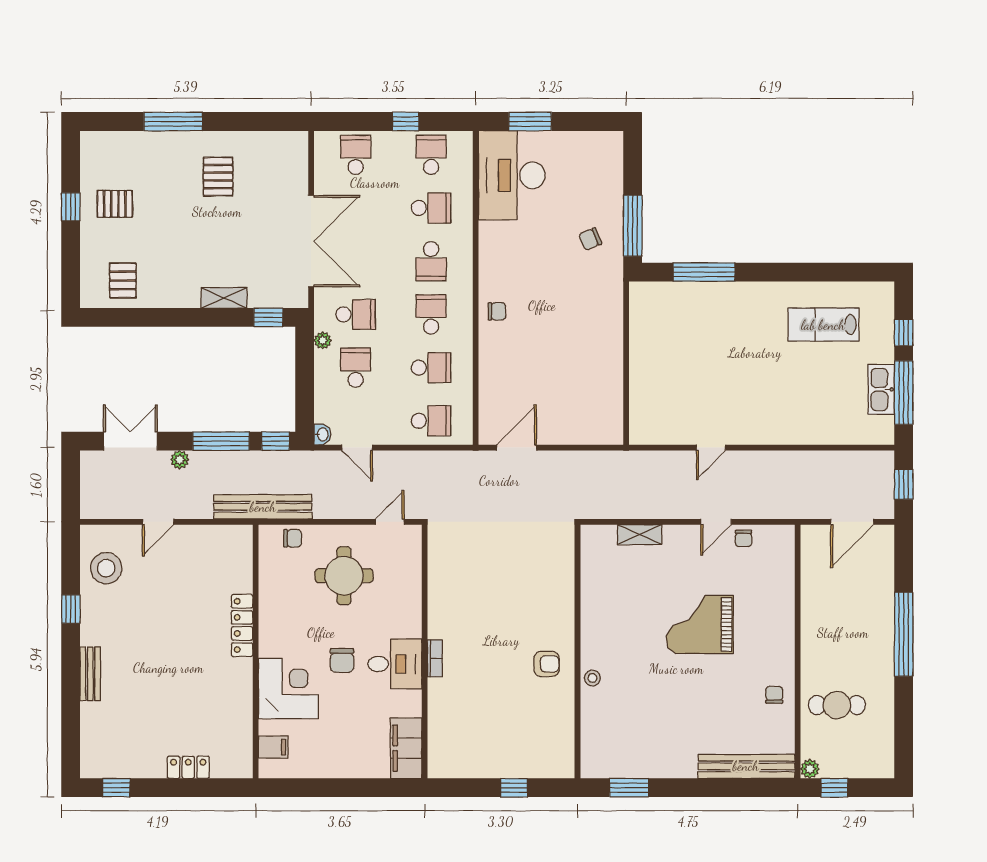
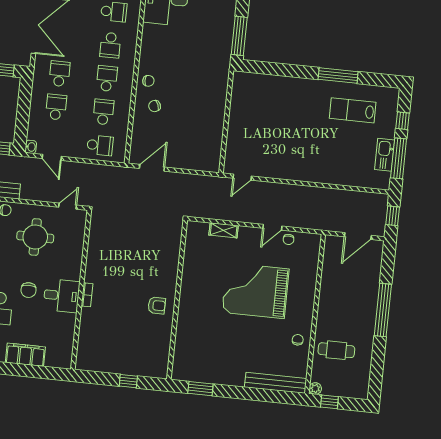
chair: (590, 239) -> (155, 106), moved
window: (704, 272) -> (338, 76), moved
school desk: (356, 314) -> (60, 74), turned -90
plant: (323, 340) -> (37, 88), removed
school desk: (431, 368) -> (103, 112), turned -90
door: (711, 448) -> (242, 177), moved
grand piano: (700, 624) -> (255, 291), width x1.37, depth x1.48
stool: (592, 678) -> (185, 317), removed
filing cabinet: (406, 748) -> (25, 355), moved, turned 90

